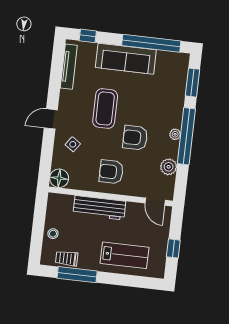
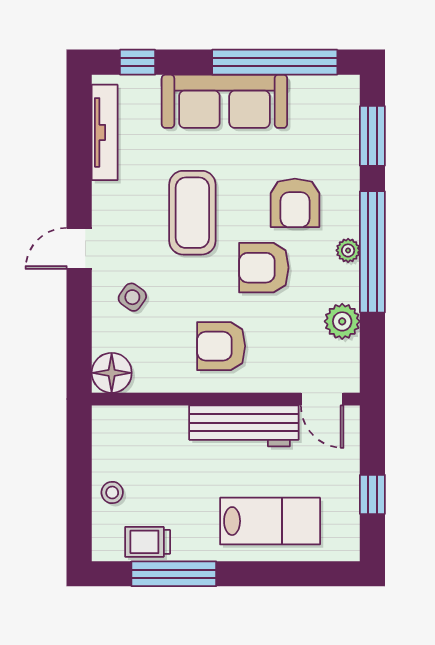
armchair: (153, 109) -> (295, 203), added
workbench: (99, 208) -> (244, 426), moved

